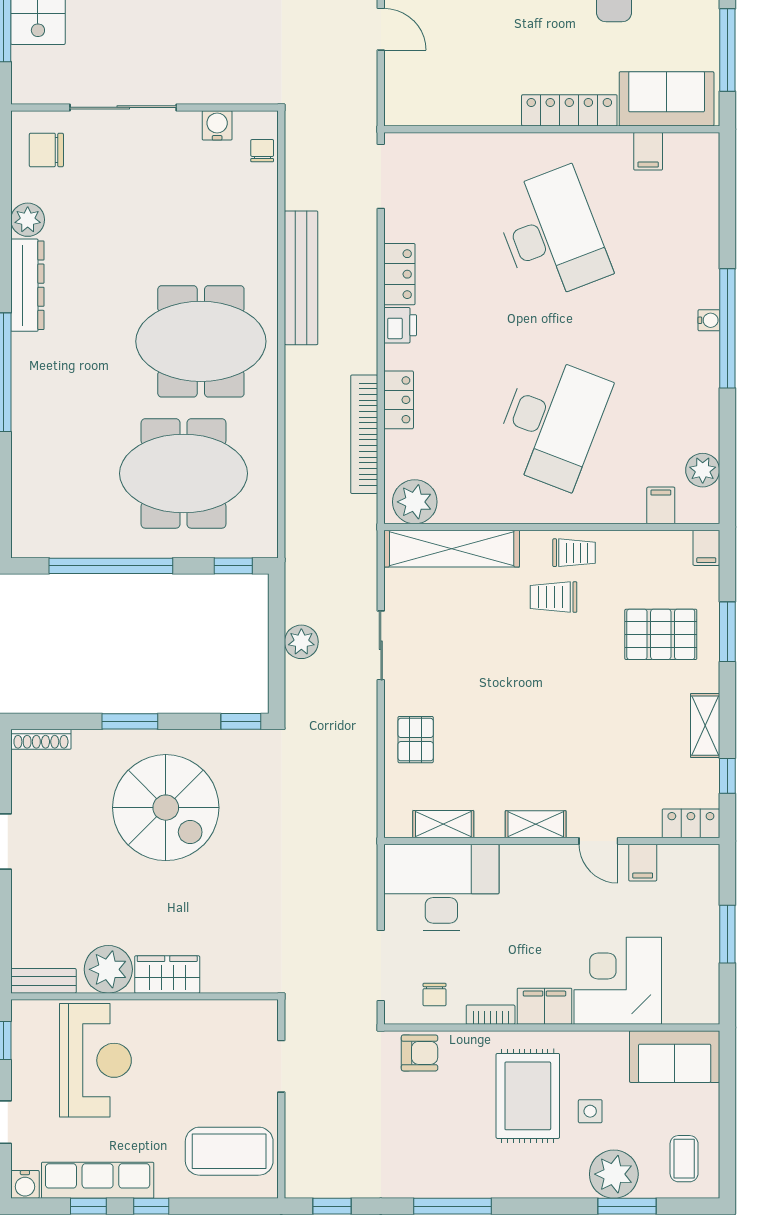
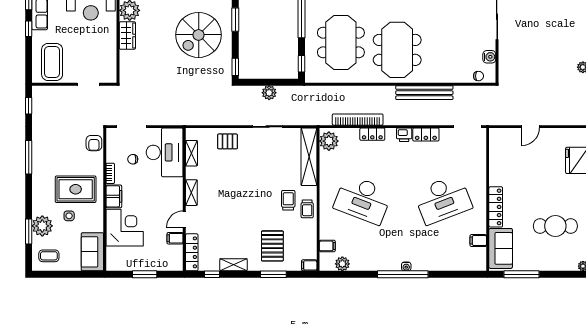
locker: (691, 823) -> (192, 252), width x1.53
chair: (435, 994) -> (133, 159), moved

